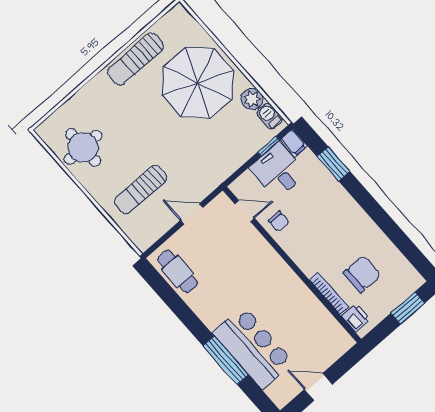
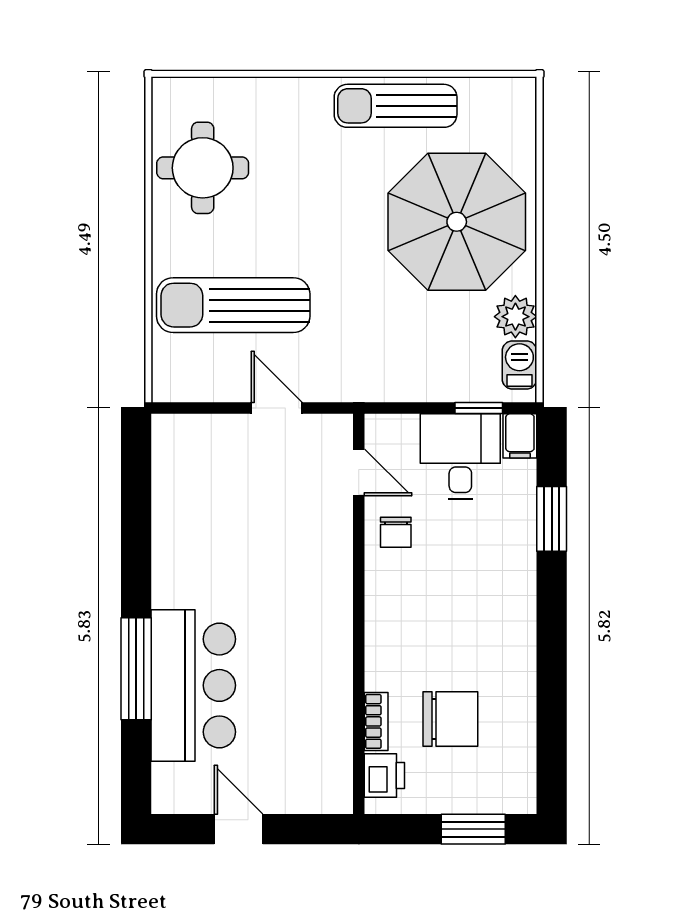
sun lounger: (141, 189) -> (233, 305), width x1.36, depth x1.34
cafe table: (177, 271) -> (181, 474), removed
bookcase: (329, 294) -> (376, 721), width x0.64

